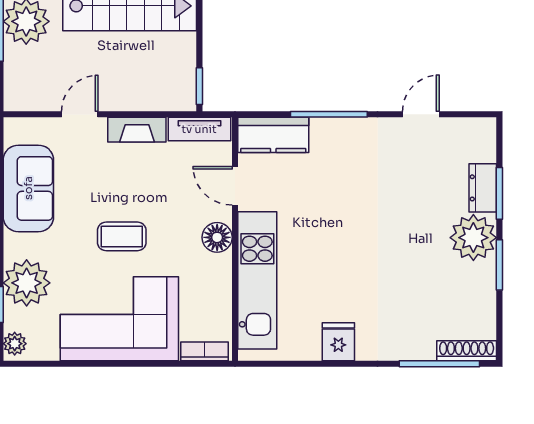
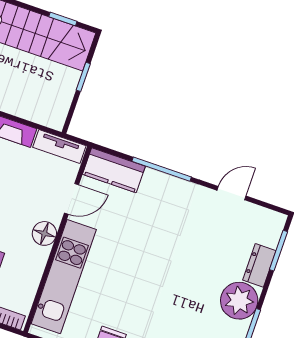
window: (199, 86) -> (83, 77), moved
door: (235, 186) -> (71, 199), swing flipped
window: (499, 193) -> (279, 251), moved

